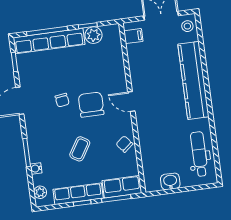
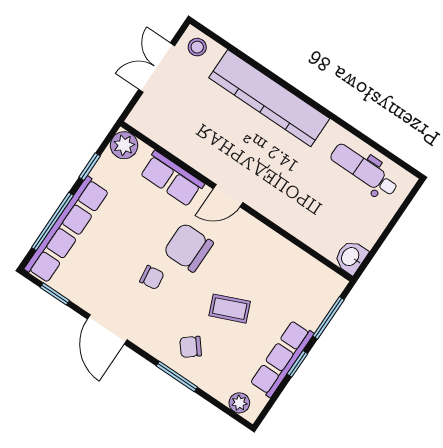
plant: (94, 35) -> (124, 145), moved
filing cabinet: (133, 36) -> (151, 123), removed
chair: (124, 144) -> (191, 347), moved
coffee table: (80, 149) -> (230, 309), turned -55
water cooler: (36, 168) -> (206, 382), removed
washbasin: (170, 181) -> (351, 257), moved
row of seats: (122, 187) -> (172, 179), moved, turned -90

